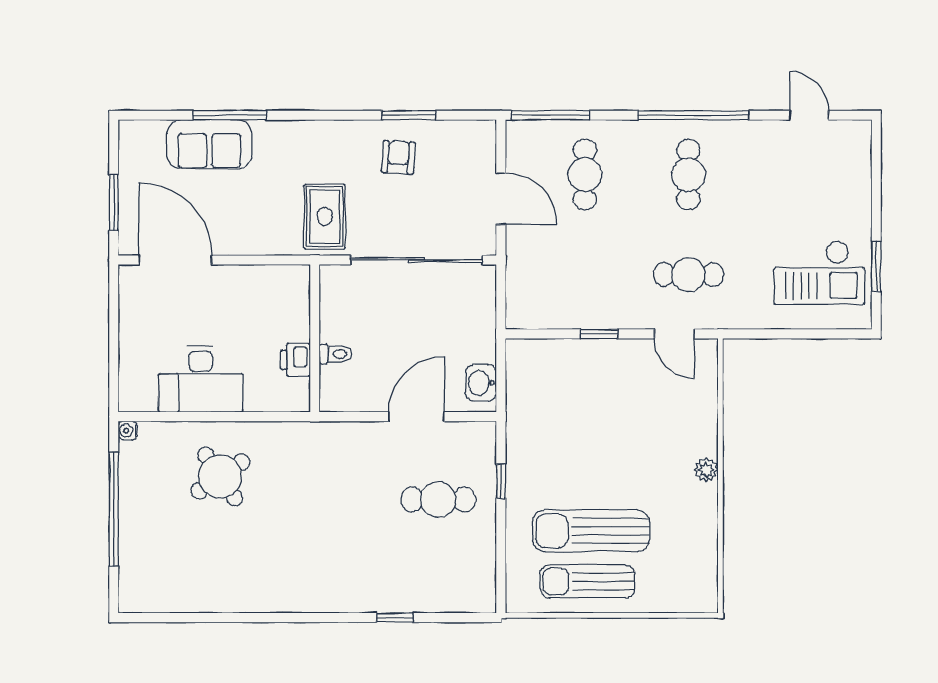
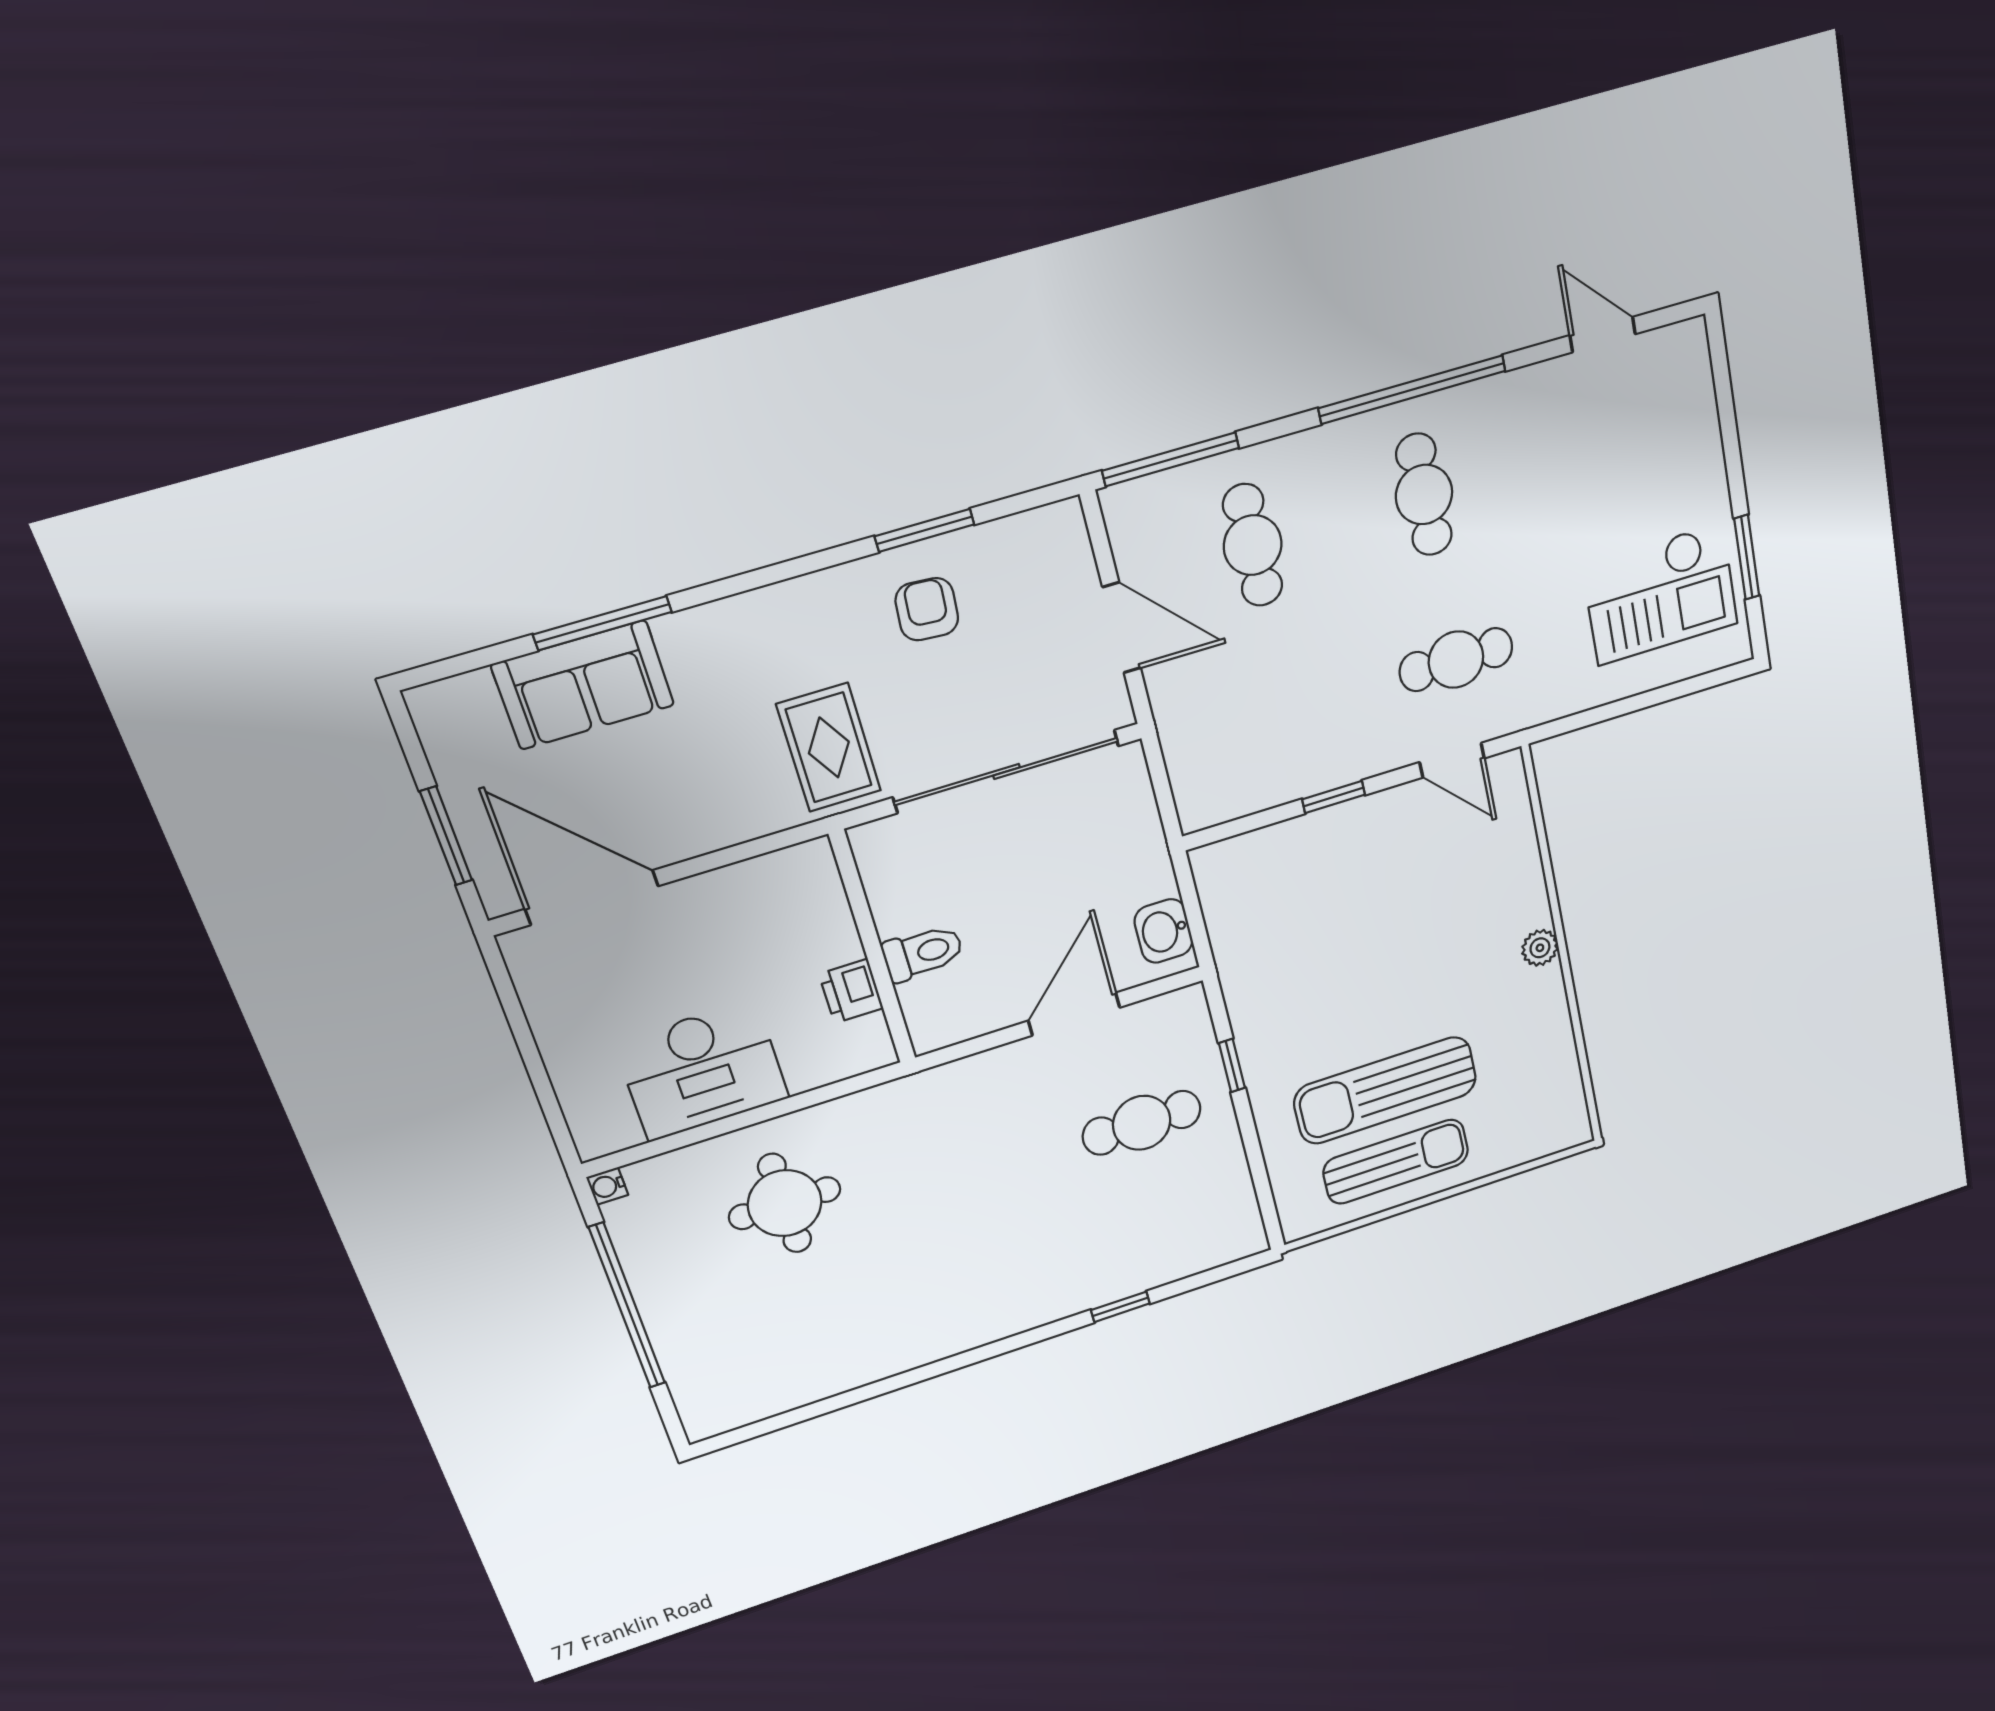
toilet: (335, 354) -> (923, 953), width x1.37, depth x1.39
round table: (220, 476) -> (785, 1203), turned 34
sun lounger: (587, 581) -> (1396, 1162), turned 180

